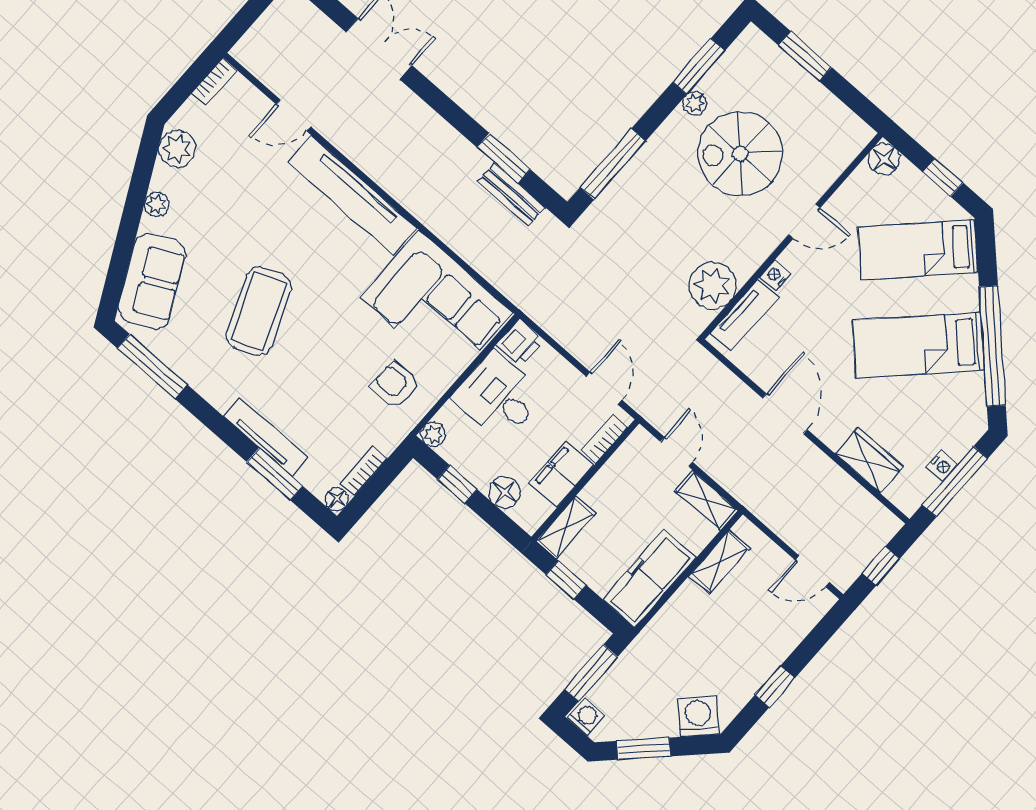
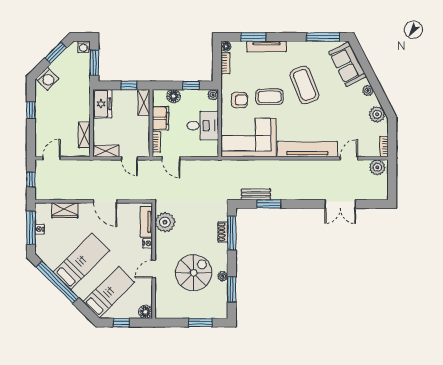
plant: (258, 56) -> (377, 167), added
shoe rack: (627, 180) -> (223, 232), added
printer: (520, 343) -> (211, 149), removed
coffee table: (338, 344) -> (269, 97), added
freezer: (649, 578) -> (102, 104), width x0.71

